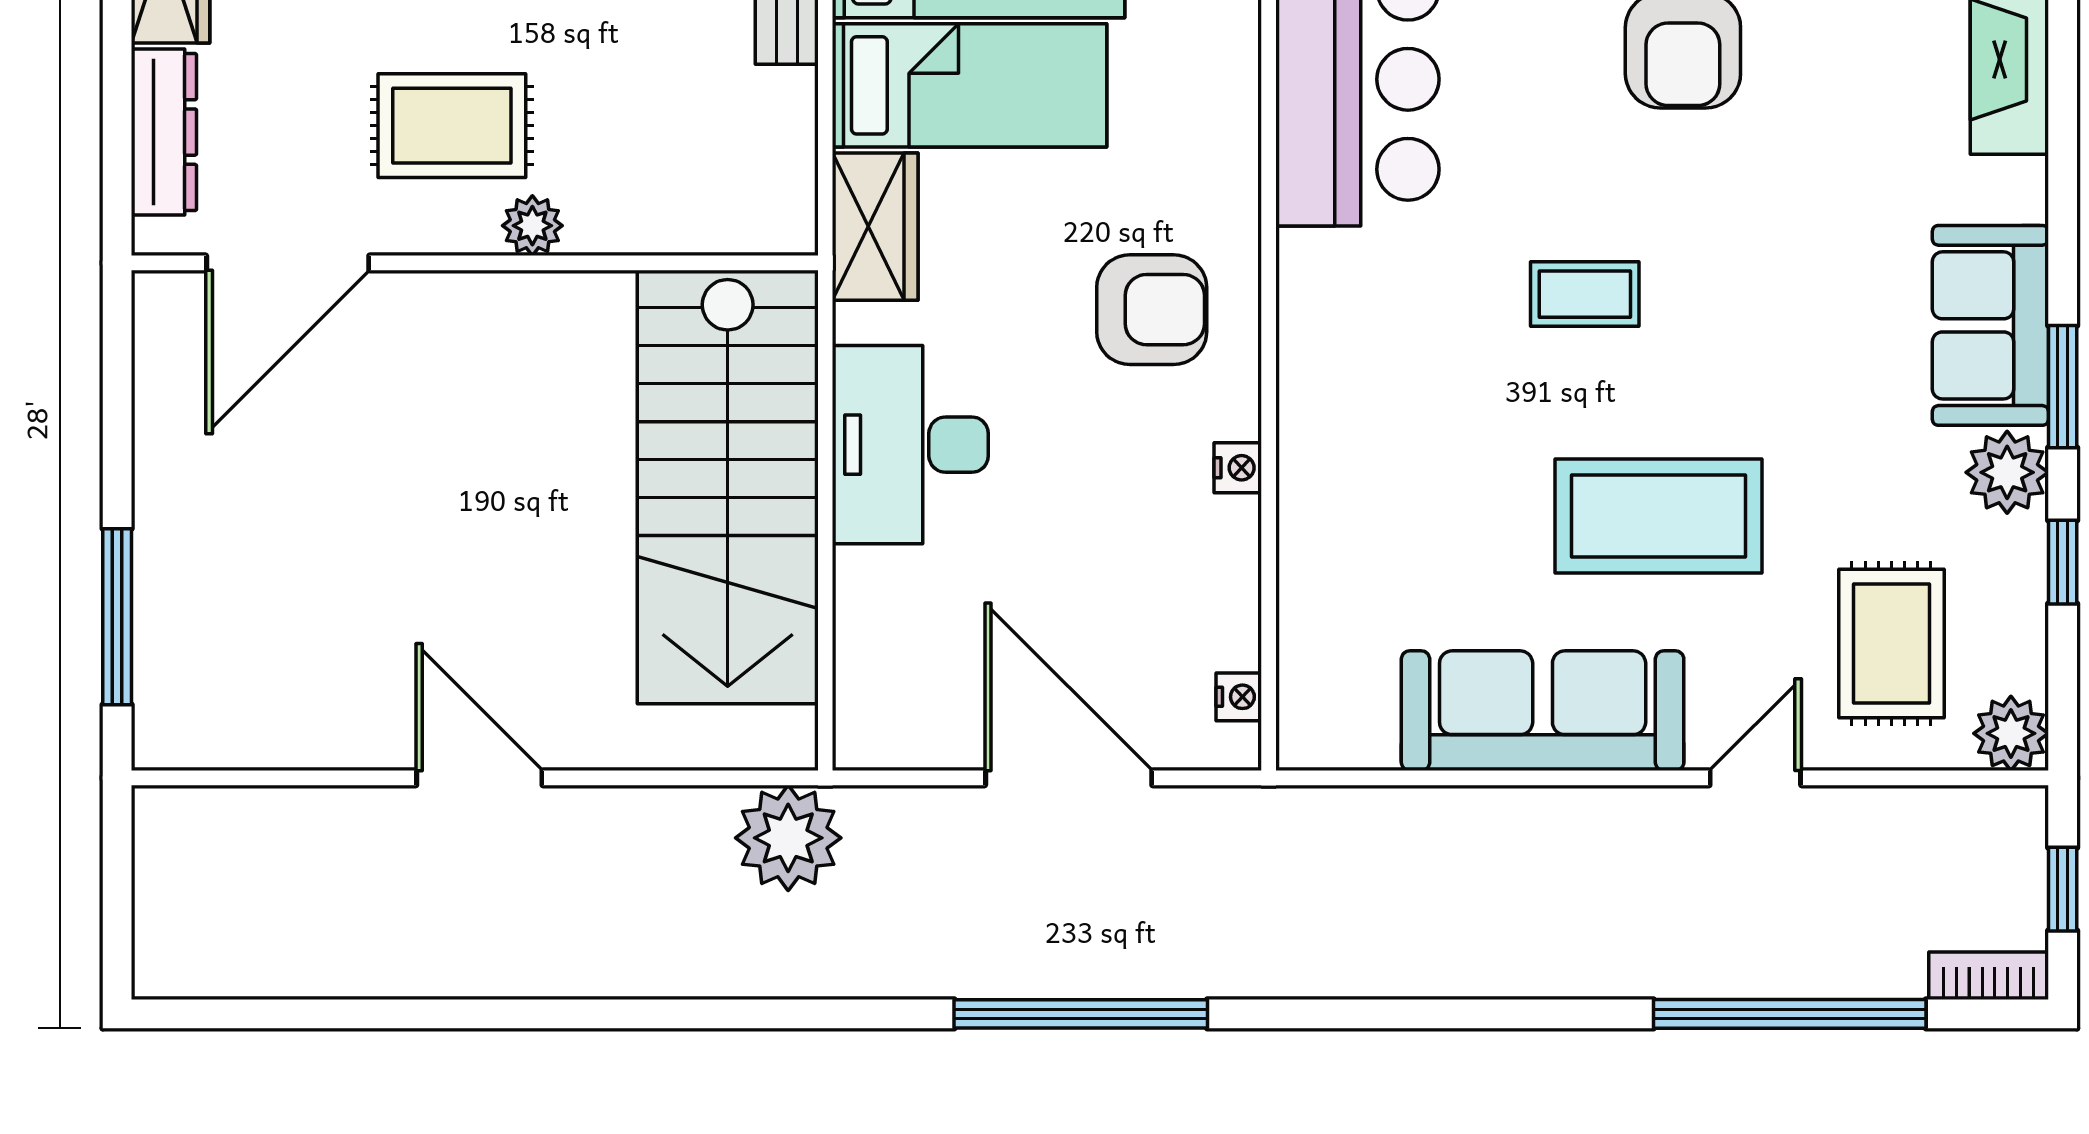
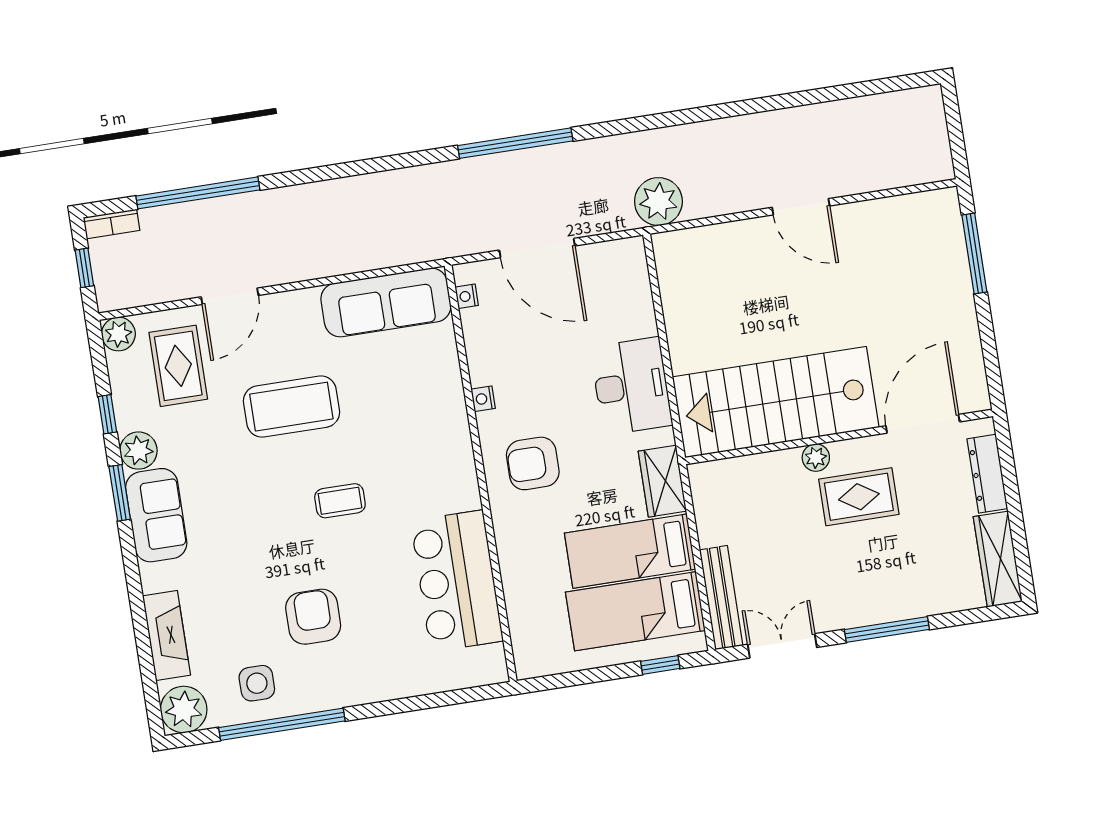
stairs: (728, 487) -> (776, 402), moved, turned -90
sofa: (1543, 711) -> (386, 302), moved
door: (1755, 778) -> (230, 296), width x1.38

